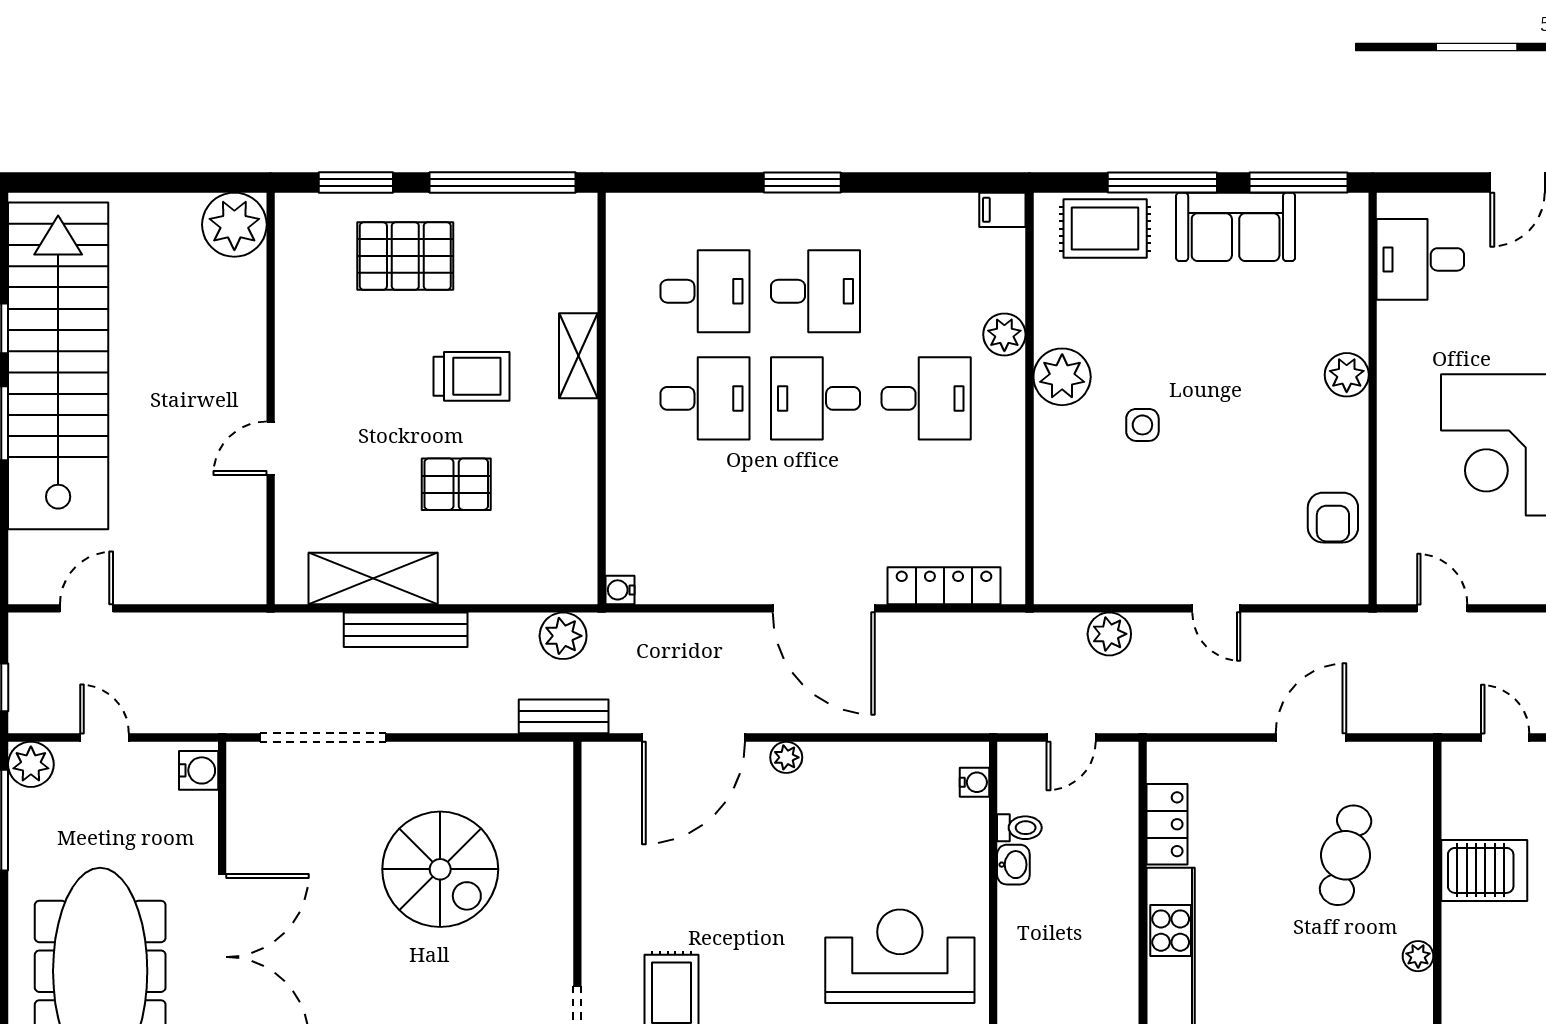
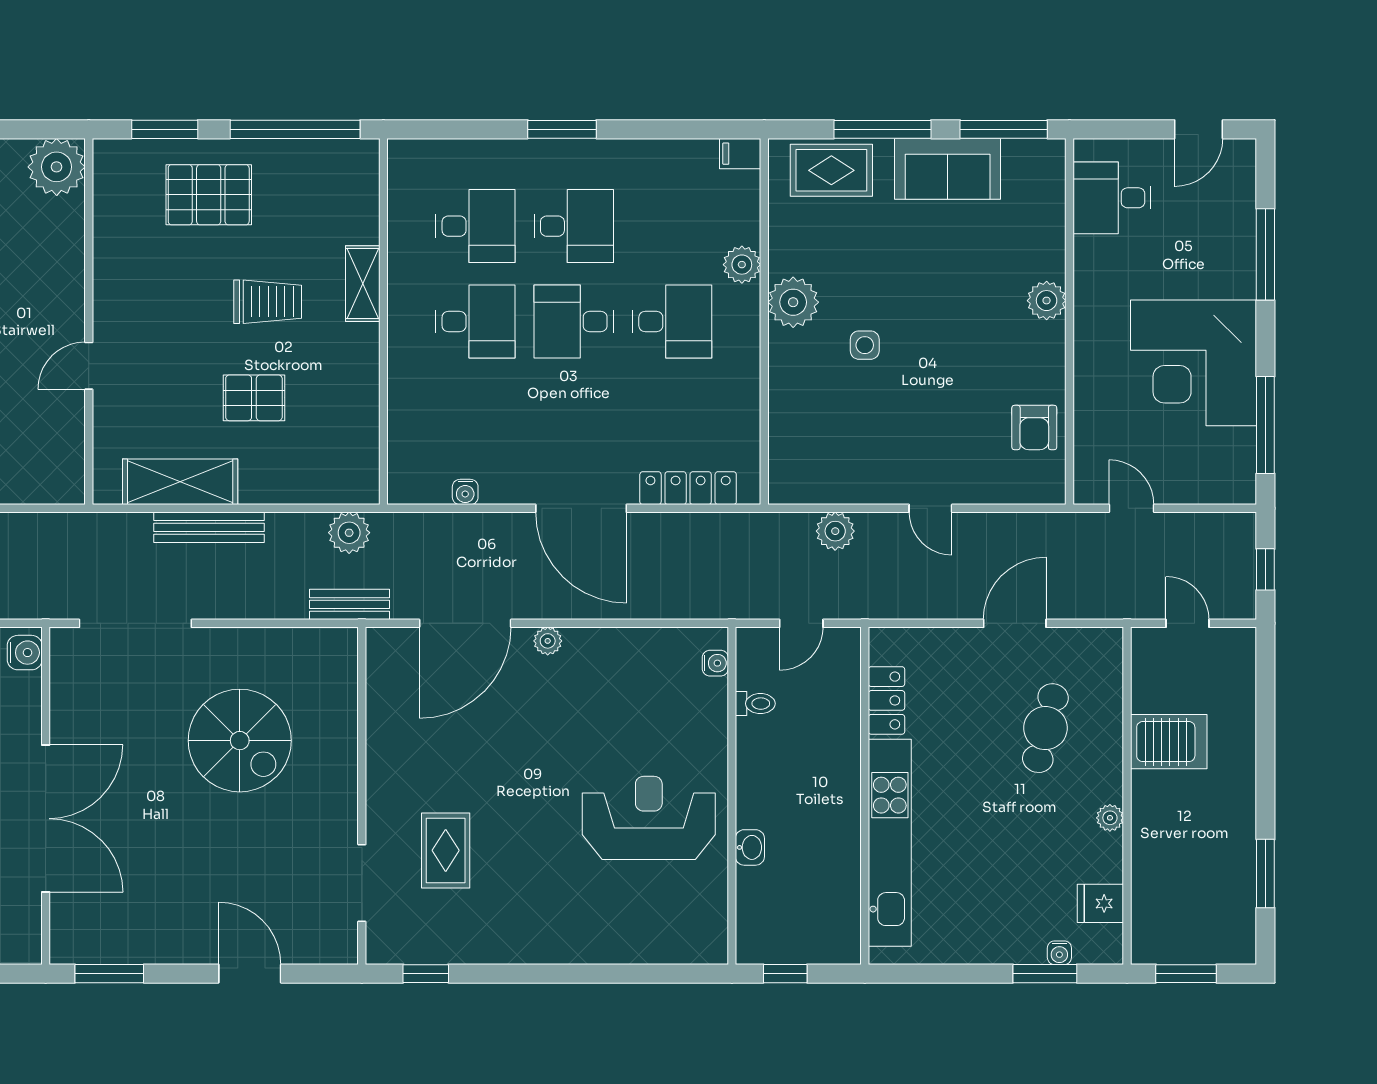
water cooler: (620, 590) -> (465, 492), moved, turned -90
washbasin: (1013, 865) -> (750, 847), moved

